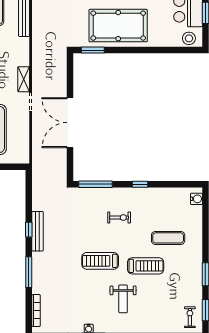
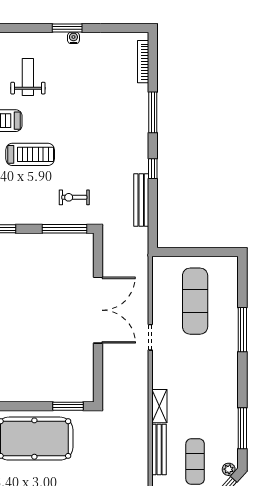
shelving: (24, 79) -> (159, 406), moved
exercise bike: (119, 218) -> (74, 197), moved
bench: (37, 231) -> (141, 200), moved
treadmill: (100, 261) -> (30, 154), moved

